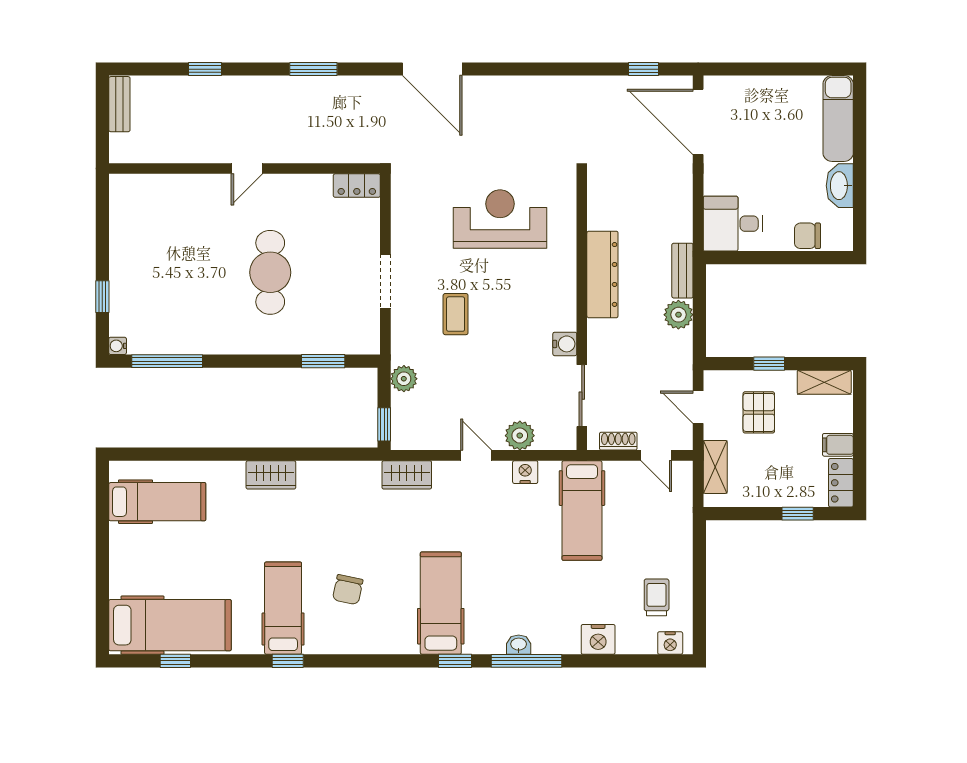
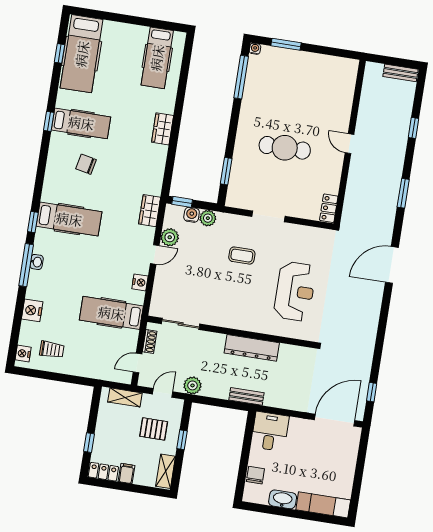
window: (102, 297) -> (286, 44), width x1.50
plant: (678, 315) -> (193, 385), moved
water cooler: (565, 344) -> (192, 215), moved, turned 180
plant: (520, 436) -> (170, 237), moved

